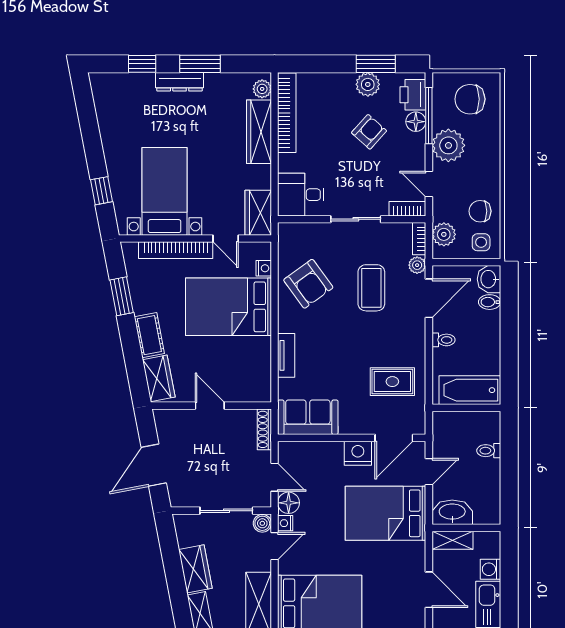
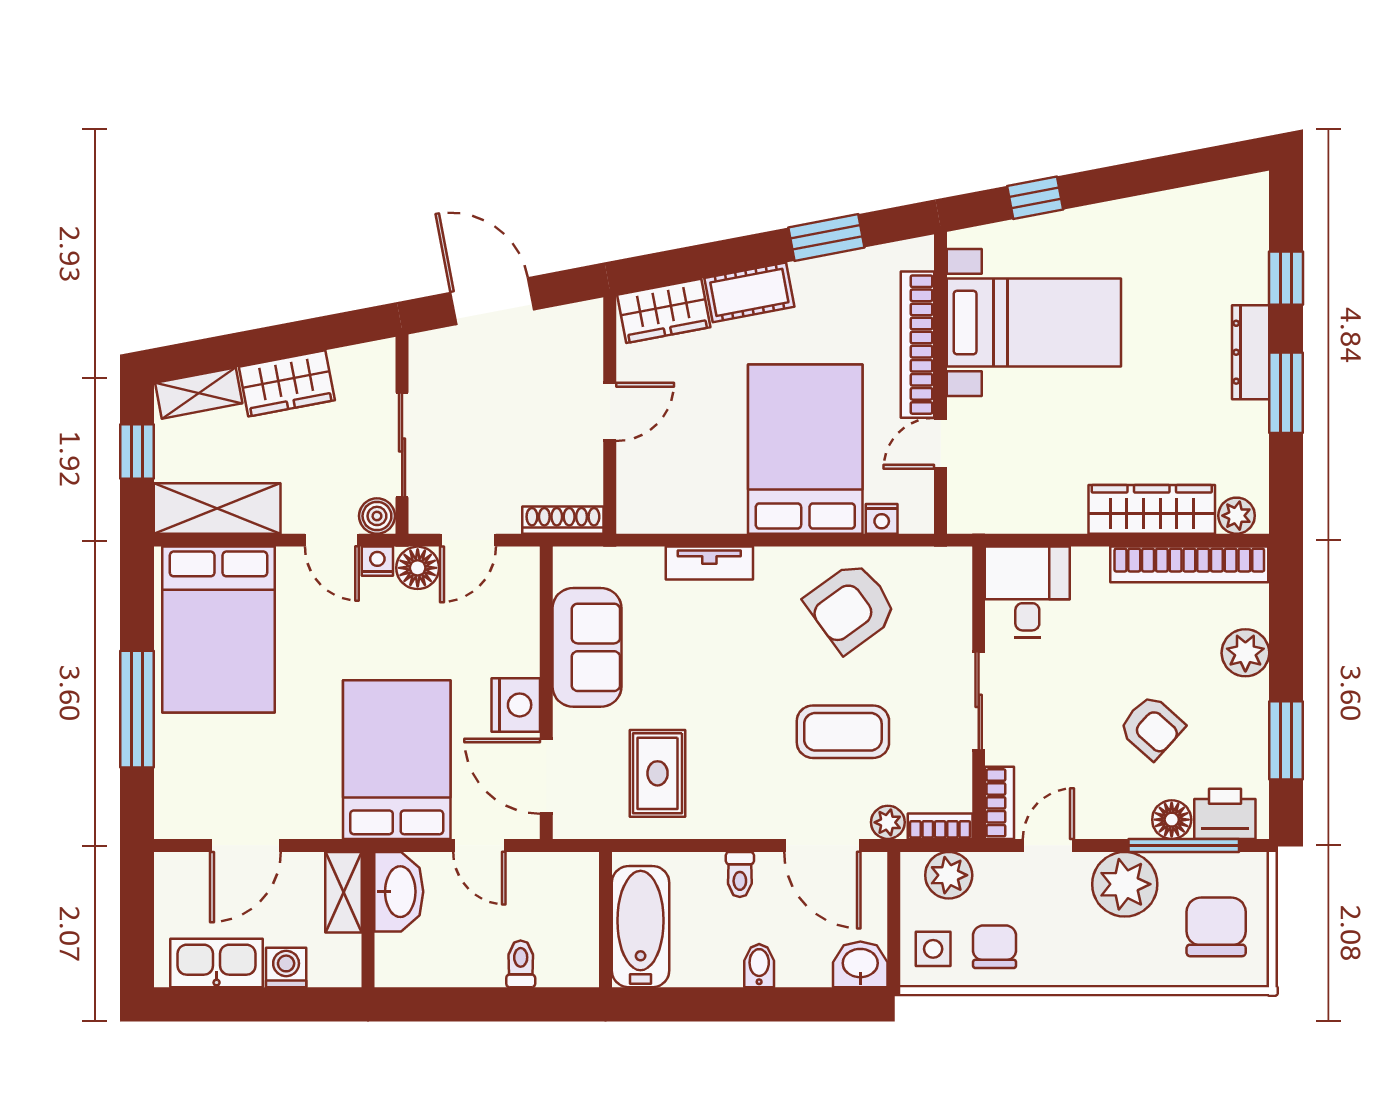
plant: (368, 84) -> (1245, 653), moved
wardrobe: (258, 213) -> (991, 508), removed
bidet: (490, 302) -> (759, 966), moved
sofa: (308, 417) -> (587, 647), moved

